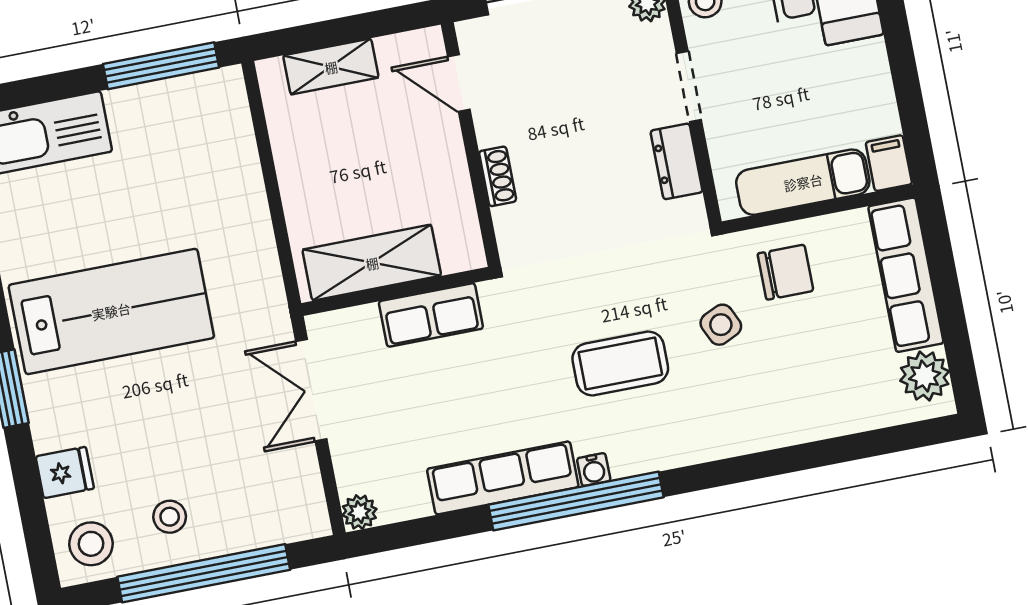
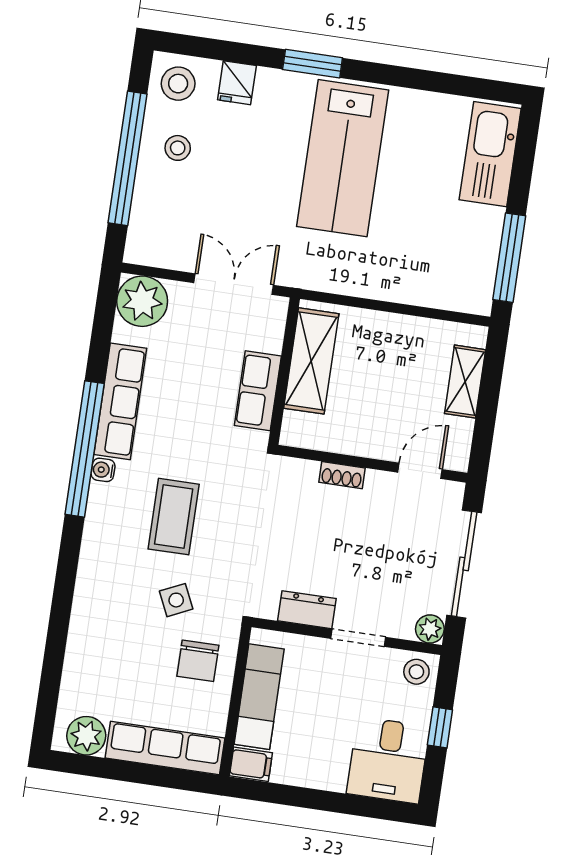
plant: (359, 512) -> (142, 301), width x1.88, depth x1.88

